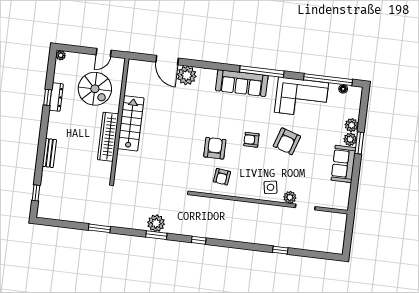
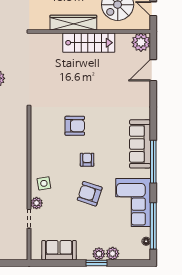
plant: (187, 75) -> (141, 42), moved
sofa: (343, 164) -> (59, 250), moved
armchair: (222, 177) -> (48, 136), removed

